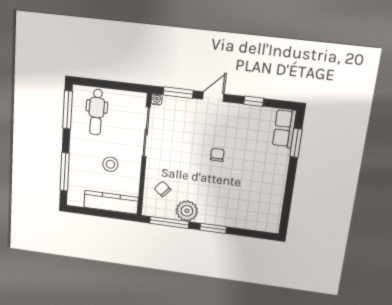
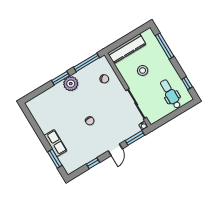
window: (68, 110) -> (187, 83), width x0.46
row of seats: (284, 128) -> (55, 143), moved
plant: (187, 211) -> (71, 84), moved

